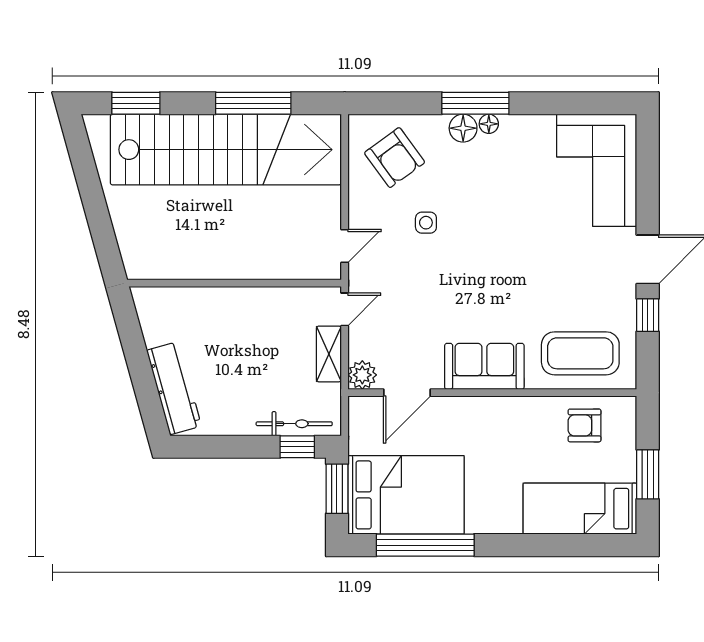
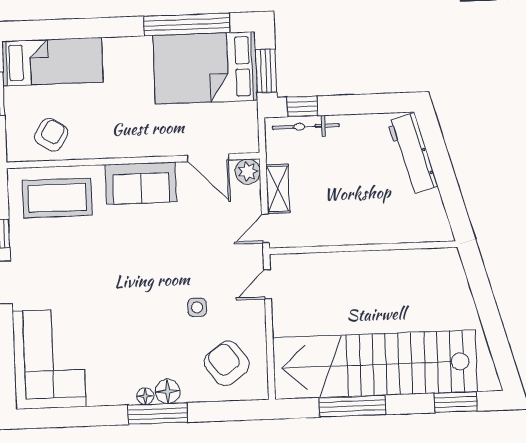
door: (407, 393) -> (208, 158), swing flipped
armchair: (584, 425) -> (51, 135), turned -58

